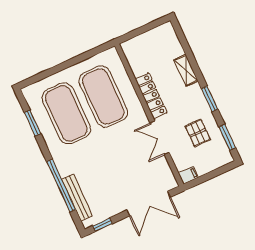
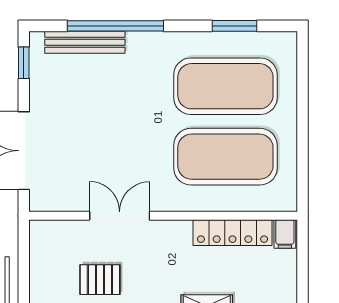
locker: (151, 96) -> (232, 233), moved
filing cabinet: (188, 175) -> (285, 234), moved

